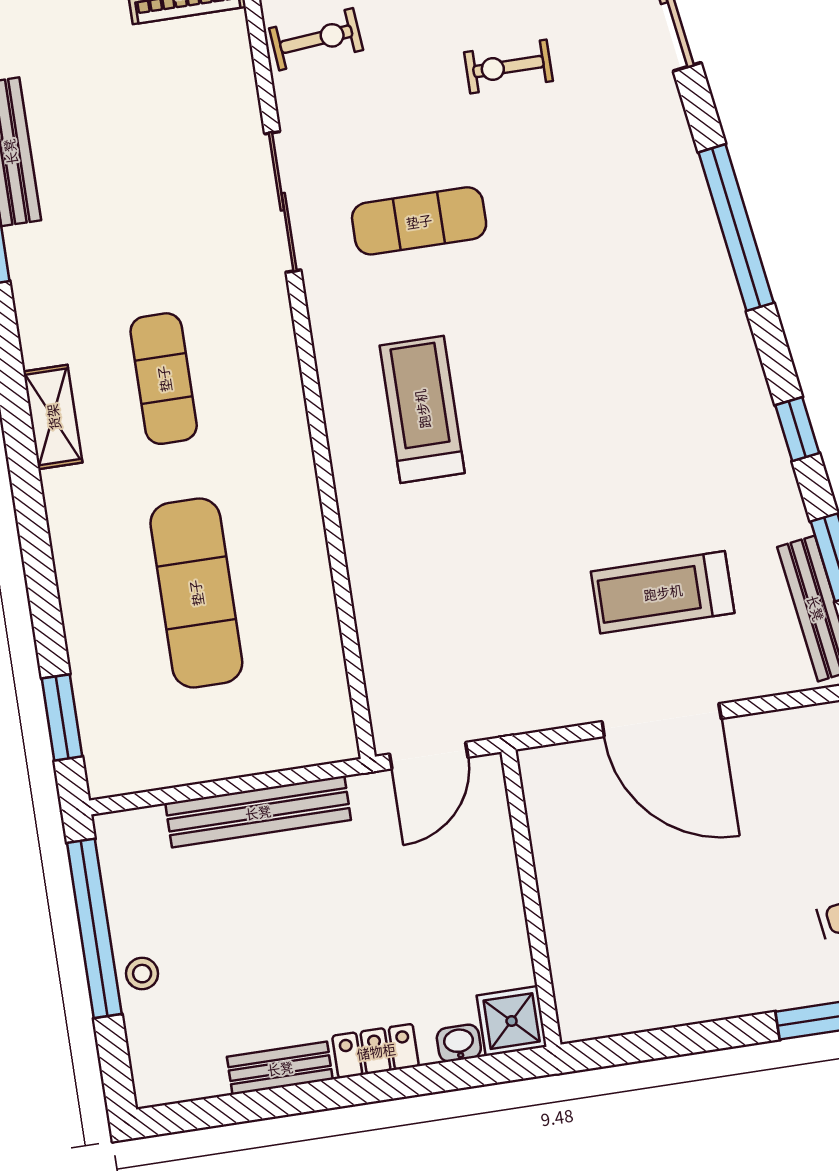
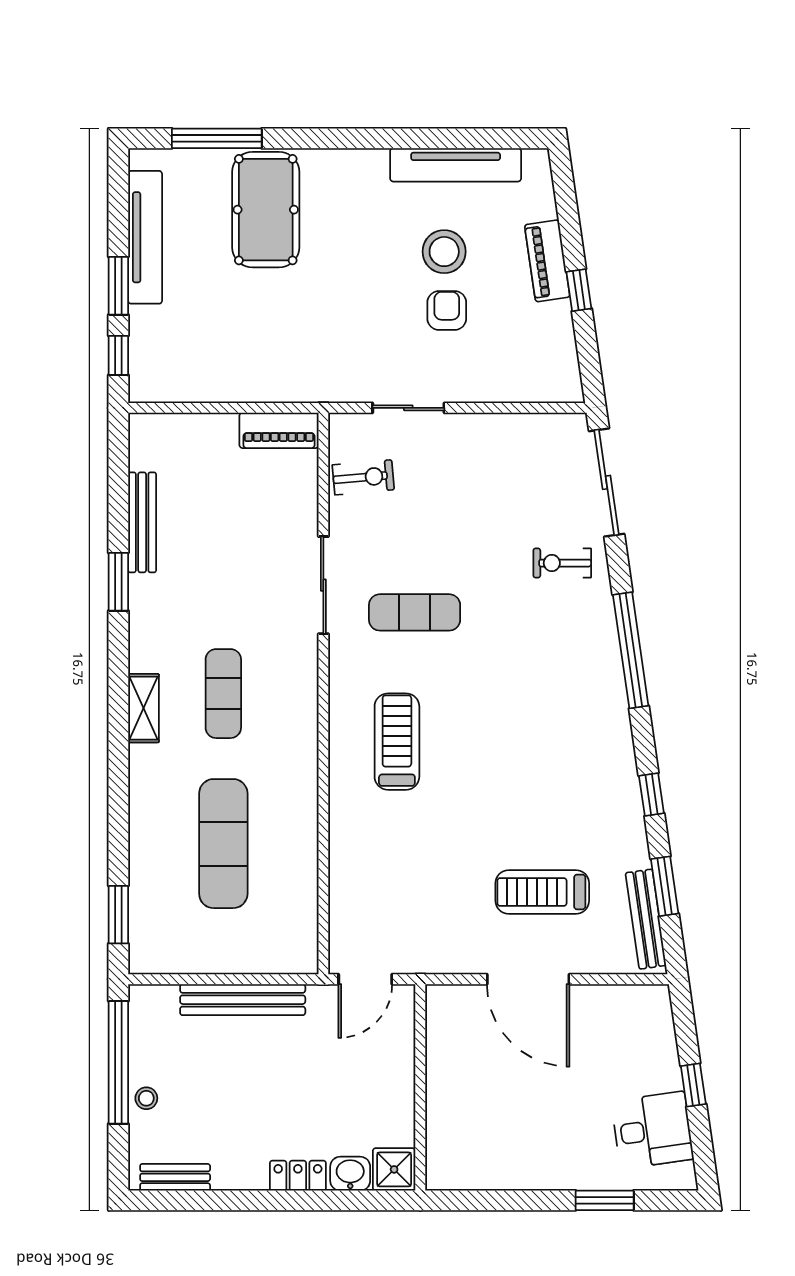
exercise bike: (508, 67) -> (562, 563), moved
washbasin: (459, 1043) -> (350, 1174), width x1.38, depth x1.45
bench: (280, 1068) -> (175, 1177), moved

